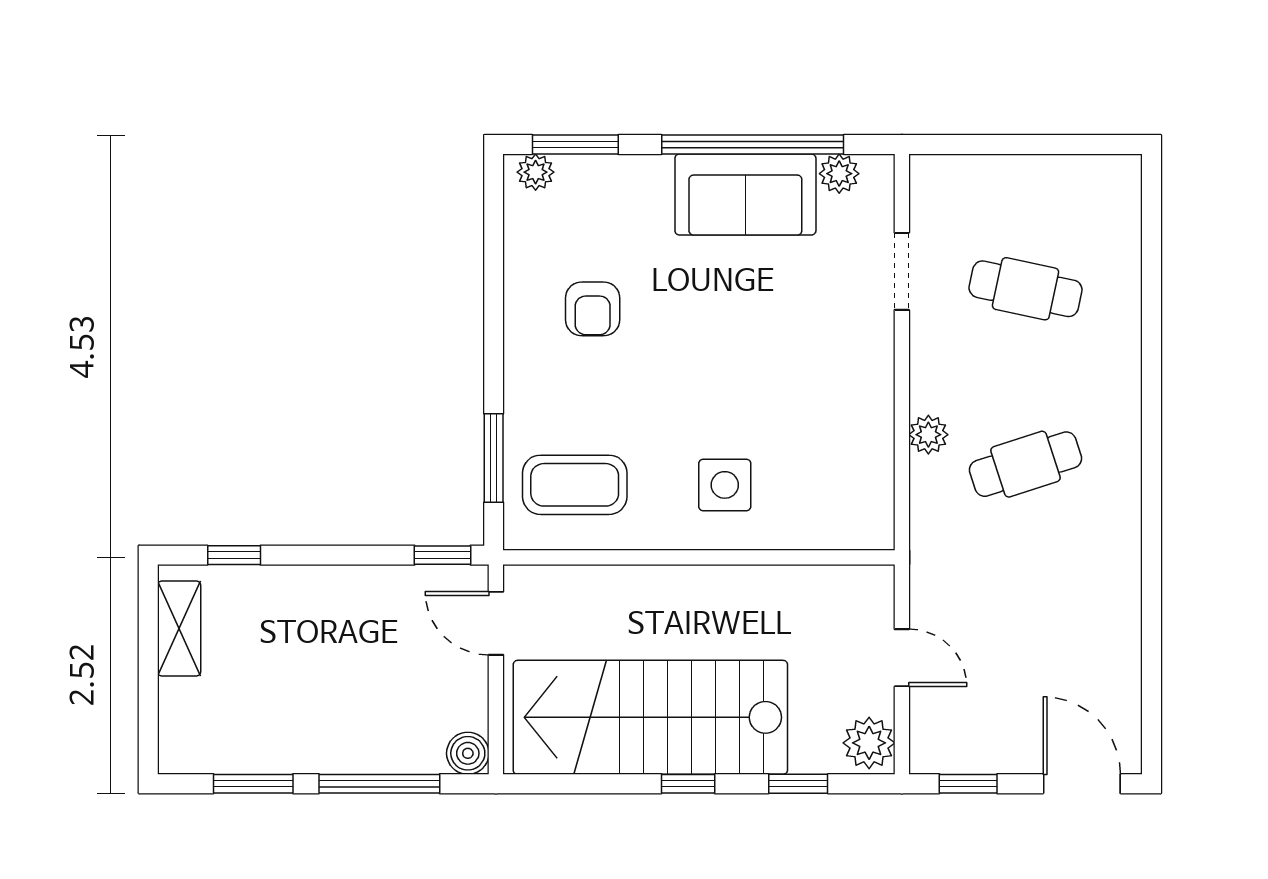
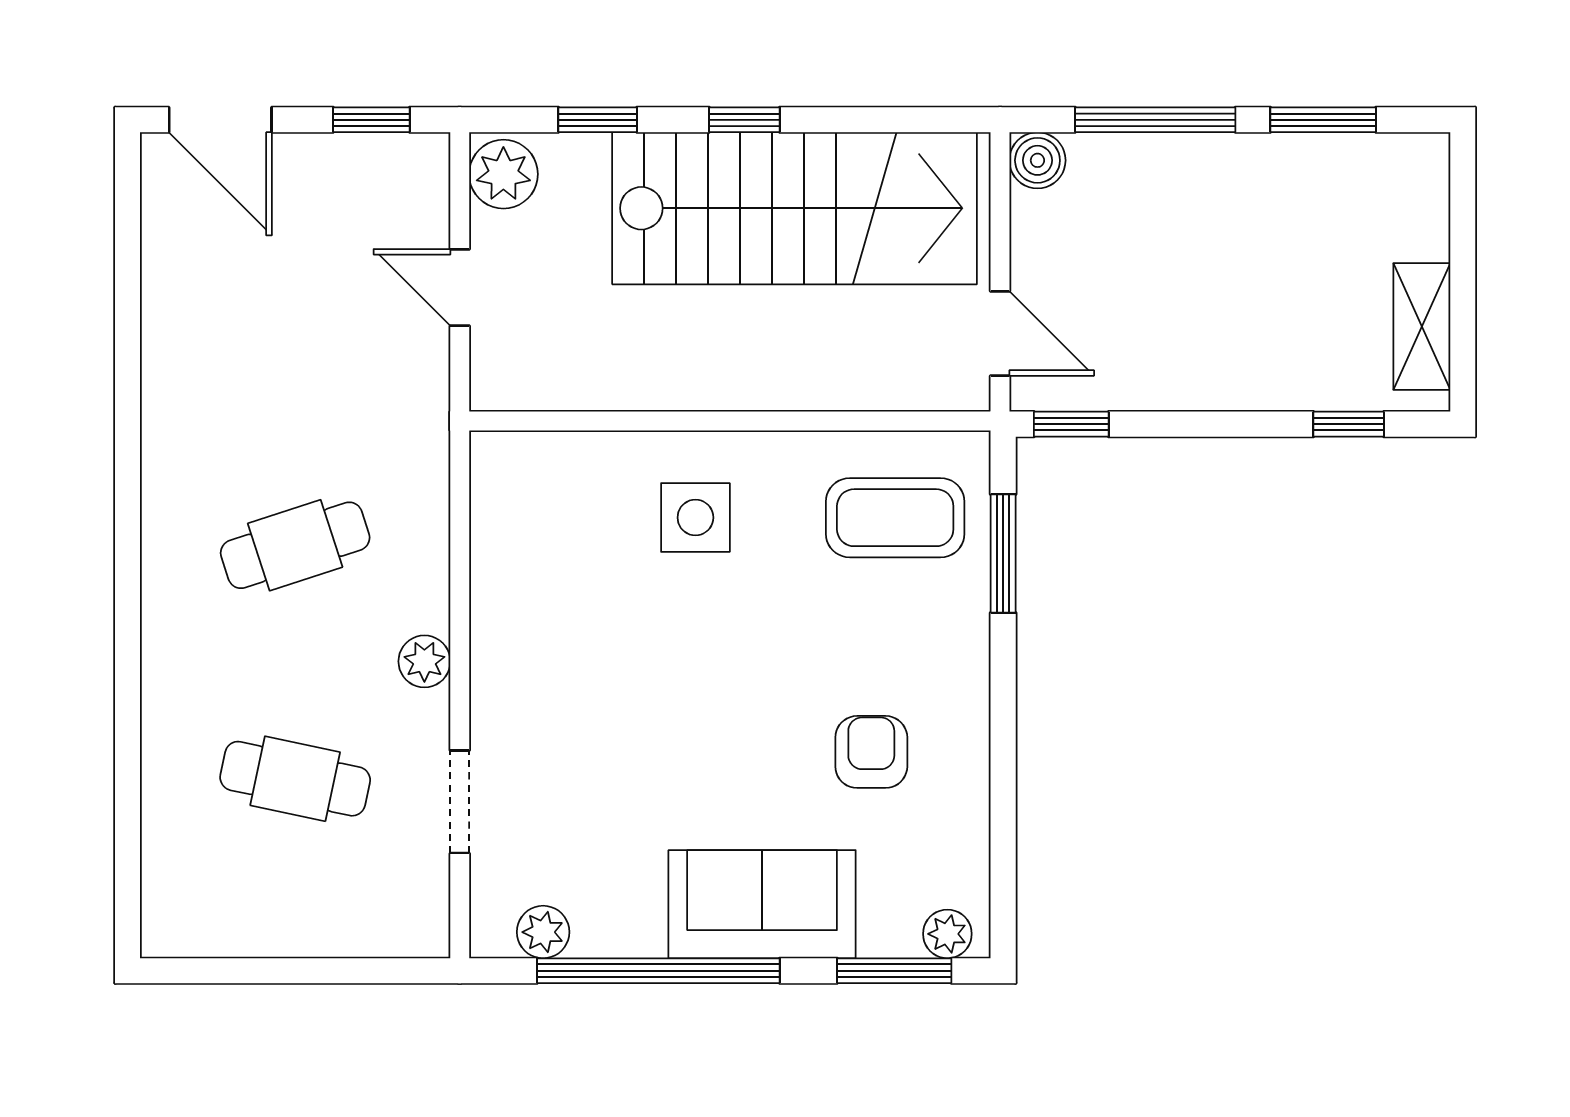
sofa: (745, 194) -> (762, 904), moved
plant: (928, 435) -> (424, 661), moved

